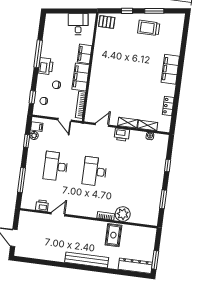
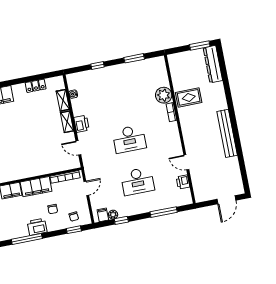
bench: (87, 260) -> (227, 133), moved

